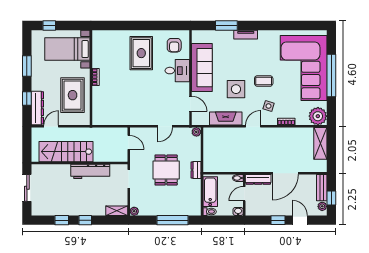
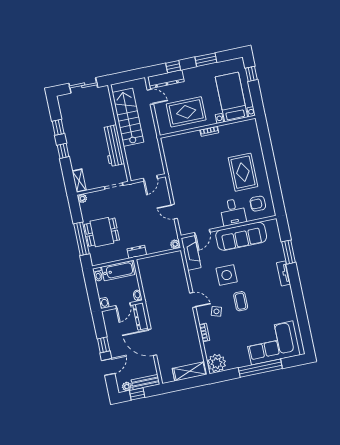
rug: (141, 53) -> (243, 172), turned 90
corner sofa: (304, 68) -> (272, 343), width x0.73, depth x0.74
fireplace: (226, 118) -> (191, 253), moved
dining table: (166, 170) -> (102, 232), moved
door: (244, 194) -> (123, 305), swing flipped

